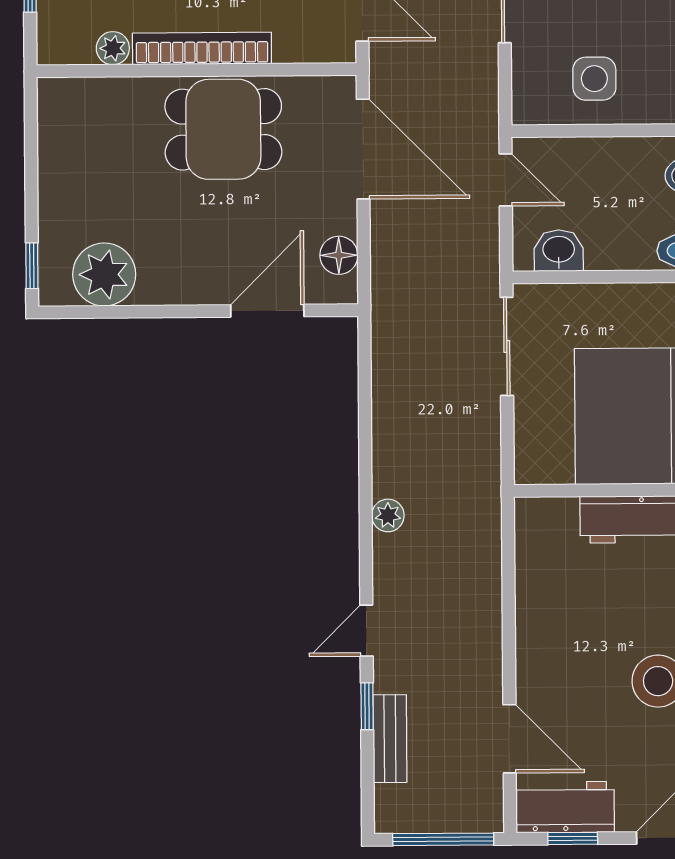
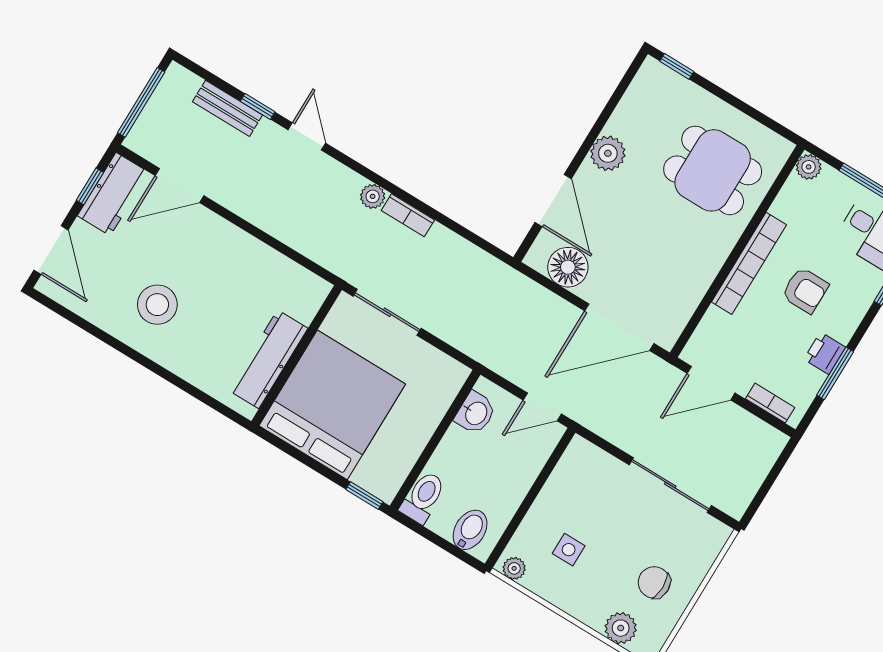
plant: (113, 48) -> (809, 167), moved
side table: (594, 79) -> (569, 550), moved, width x0.73, depth x0.73
dining table: (223, 129) -> (713, 170), moved, turned 90
floor lamp: (339, 255) -> (568, 267), width x1.38, depth x1.38
plant: (104, 274) -> (608, 153), moved, width x0.73, depth x0.73
sliding door: (507, 346) -> (387, 312), moved
bookcase: (384, 463) -> (408, 215), added

